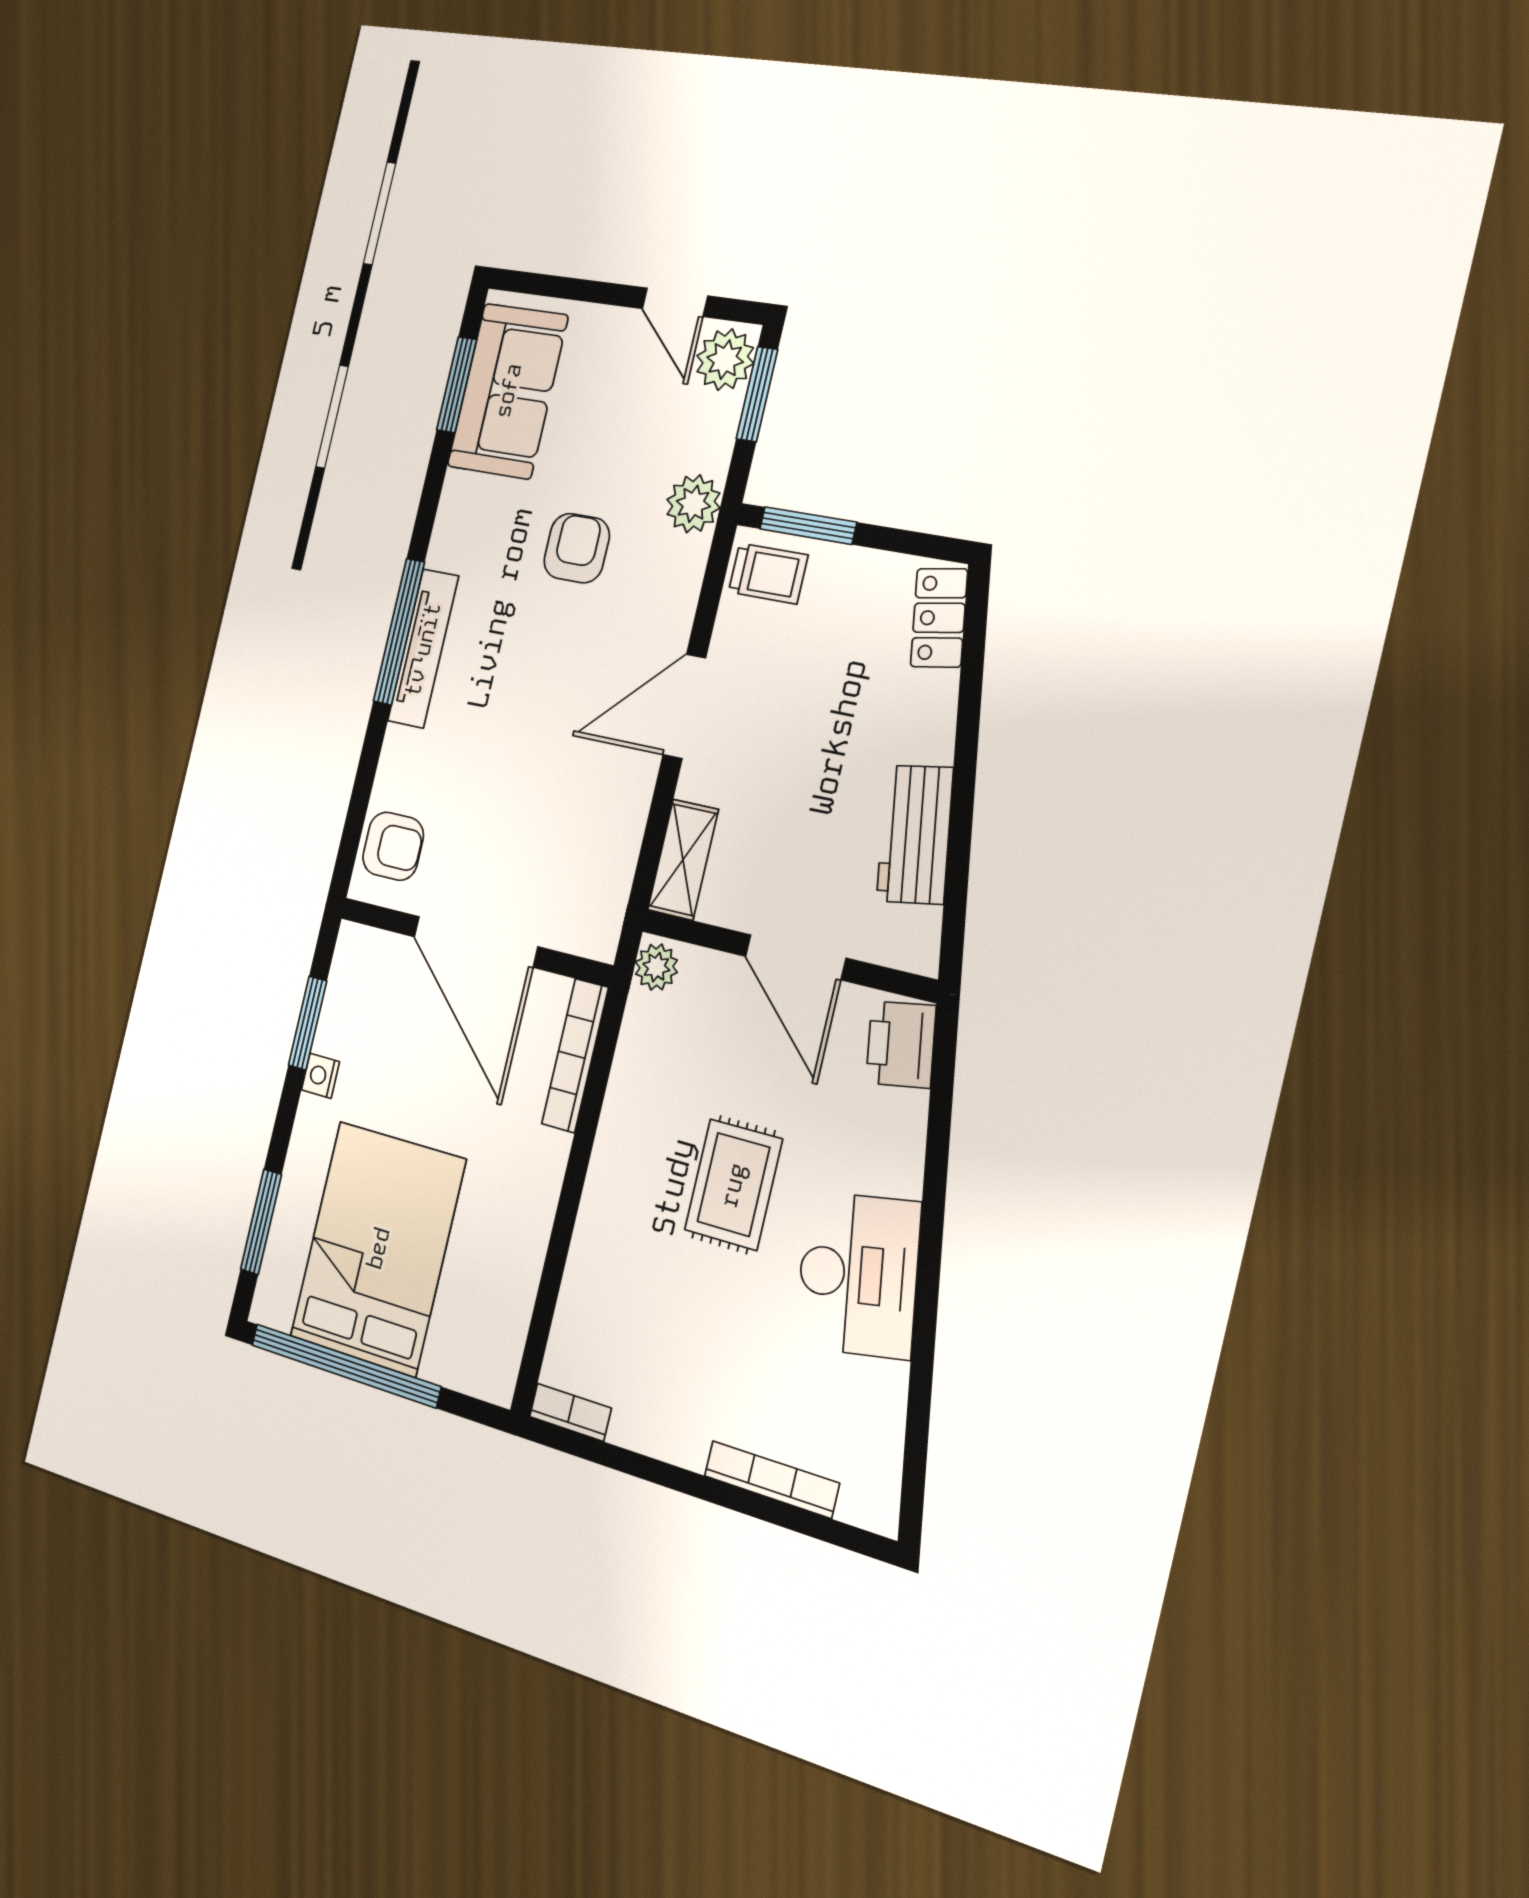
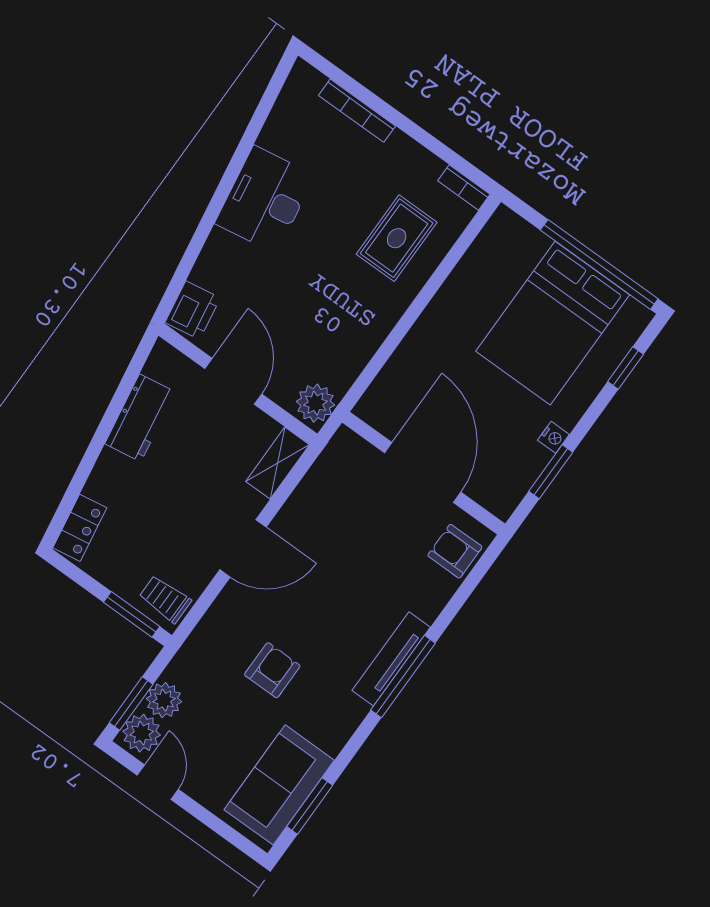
plant: (693, 504) -> (164, 700), moved
armchair: (577, 548) -> (272, 670), turned 180
plant: (656, 967) -> (315, 403), width x1.38, depth x1.38
bookcase: (575, 1056) -> (385, 382), removed
rug: (733, 1185) -> (397, 238), moved
window: (261, 1222) -> (626, 368), width x0.67

